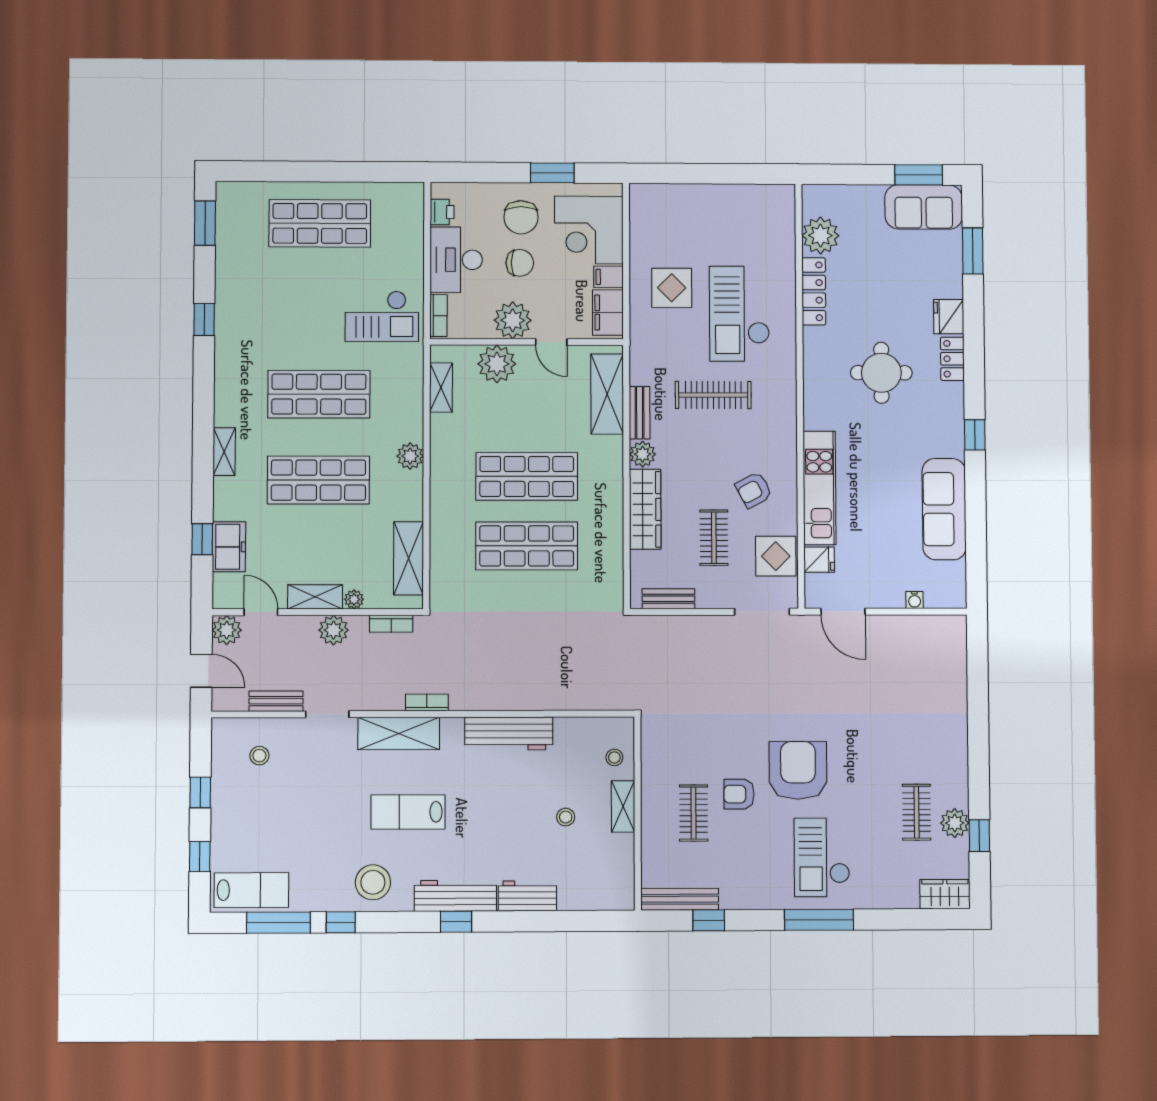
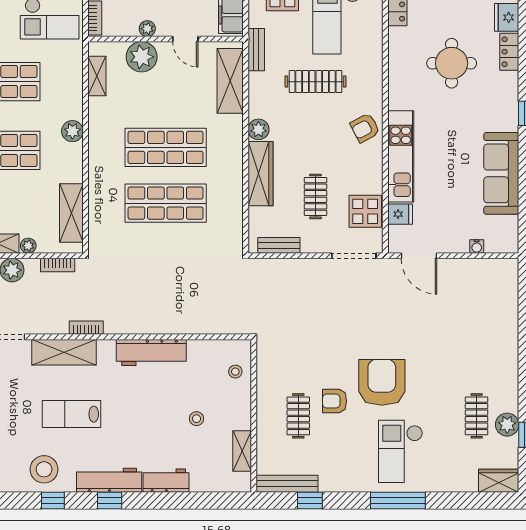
plant: (513, 320) -> (147, 29), width x0.53, depth x0.53
bench: (640, 413) -> (256, 50), moved
armchair: (754, 490) -> (365, 128), moved
shelving: (623, 806) -> (242, 451), moved
window: (341, 922) -> (53, 501), moved

